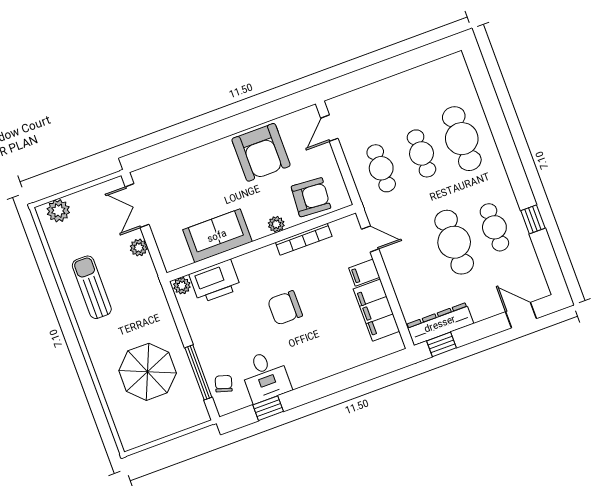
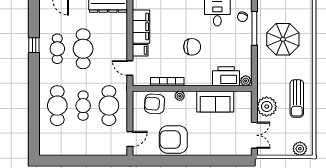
armchair: (261, 152) -> (173, 140), turned -90
cafe table: (381, 168) -> (109, 106), width x1.37, depth x1.35
plant: (139, 248) -> (267, 107), width x1.87, depth x1.87

